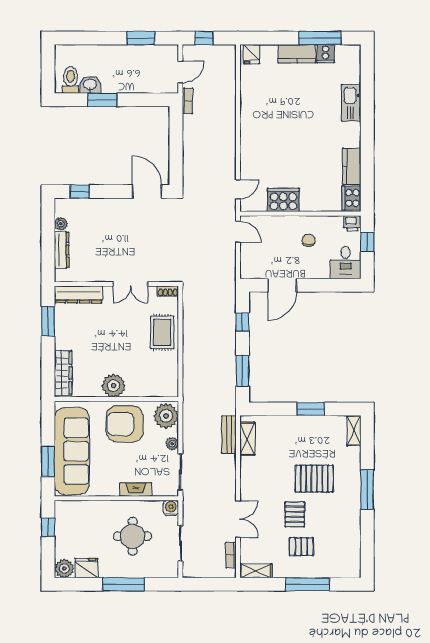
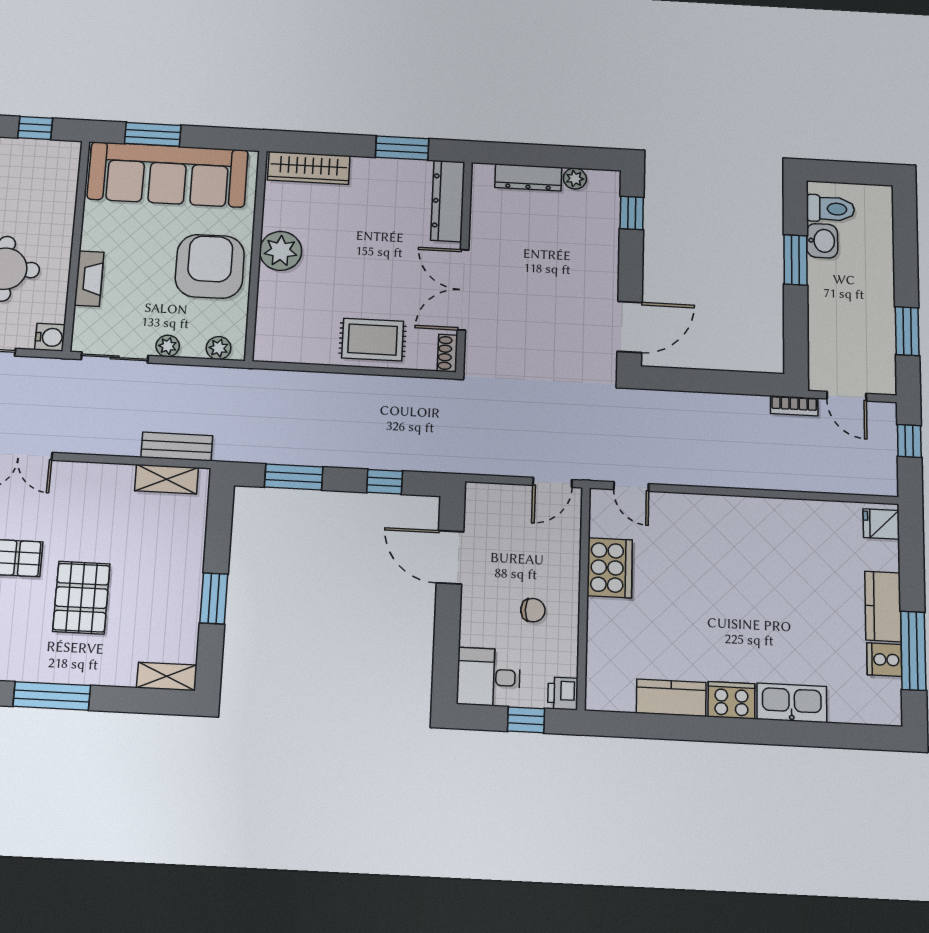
cooker: (351, 198) -> (731, 700), moved
double door: (131, 284) -> (463, 290), width x1.37
plant: (166, 416) -> (219, 348), width x0.53, depth x0.53

